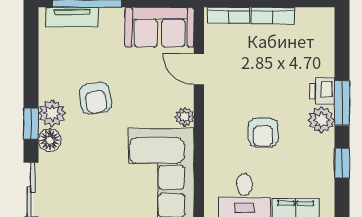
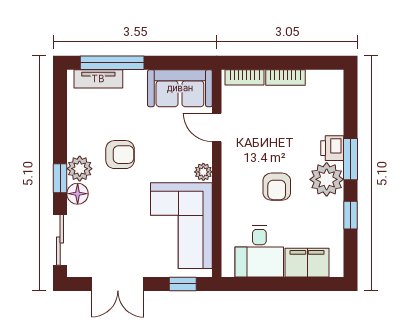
armchair: (95, 98) -> (120, 155), turned -79
plant: (321, 120) -> (327, 179), width x1.36, depth x1.36

